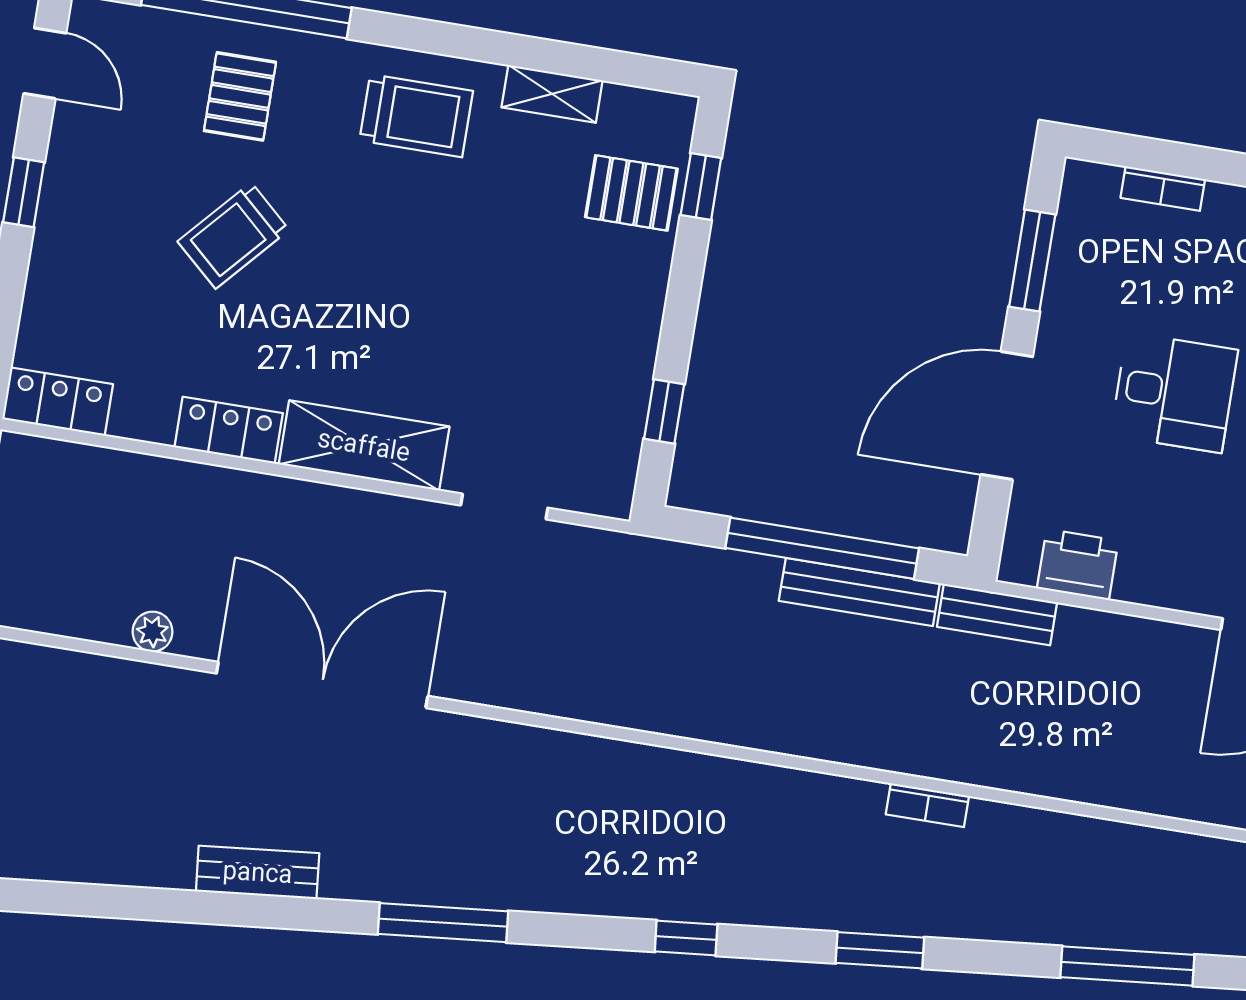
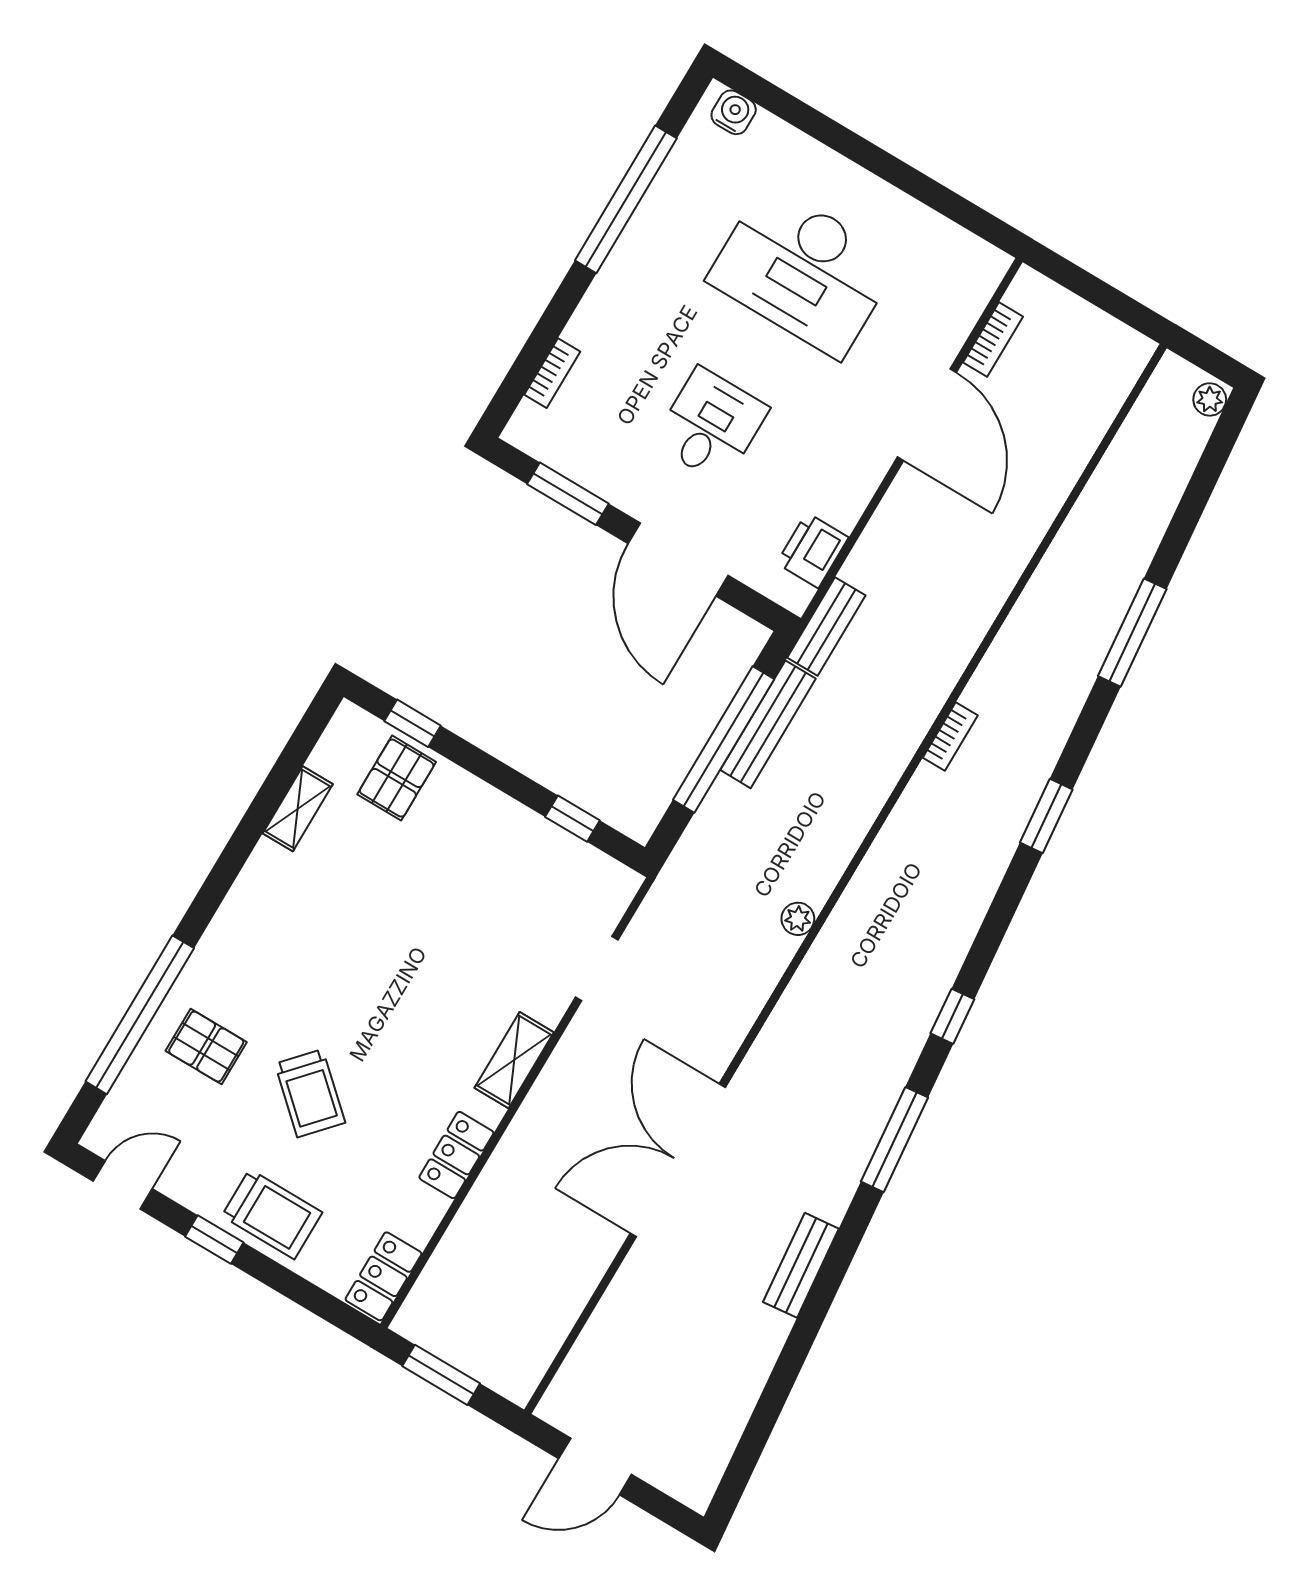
trolley: (416, 116) -> (272, 1214), moved, turned 90
shelving: (364, 445) -> (514, 1060), width x0.67, depth x0.75
plant: (152, 632) -> (798, 919), moved
window: (686, 938) -> (952, 1016), moved

